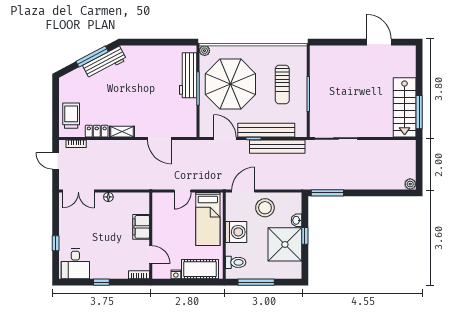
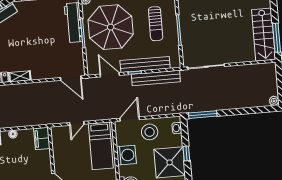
door: (159, 138) -> (71, 78), moved
washbasin: (296, 220) -> (177, 128), moved
filing cabinet: (141, 227) -> (42, 139), moved

